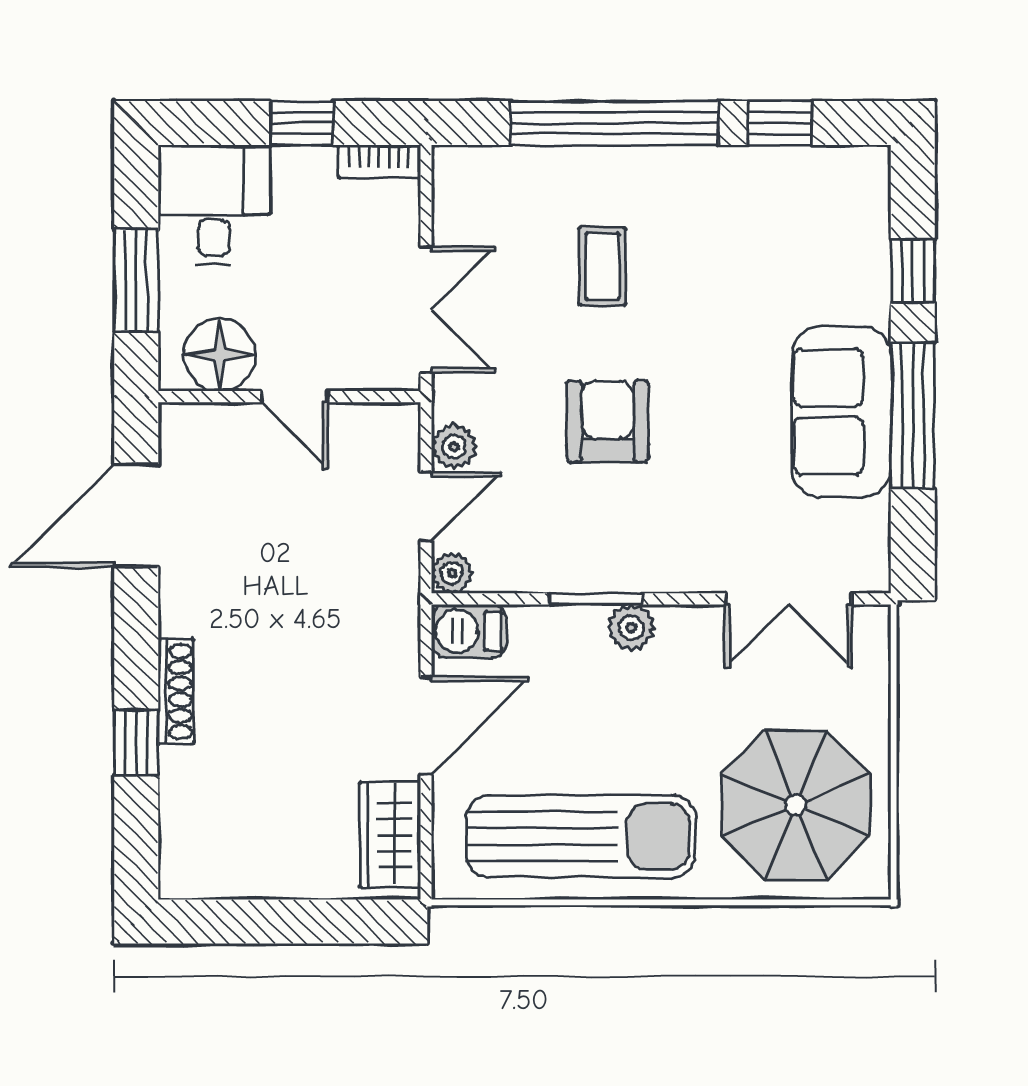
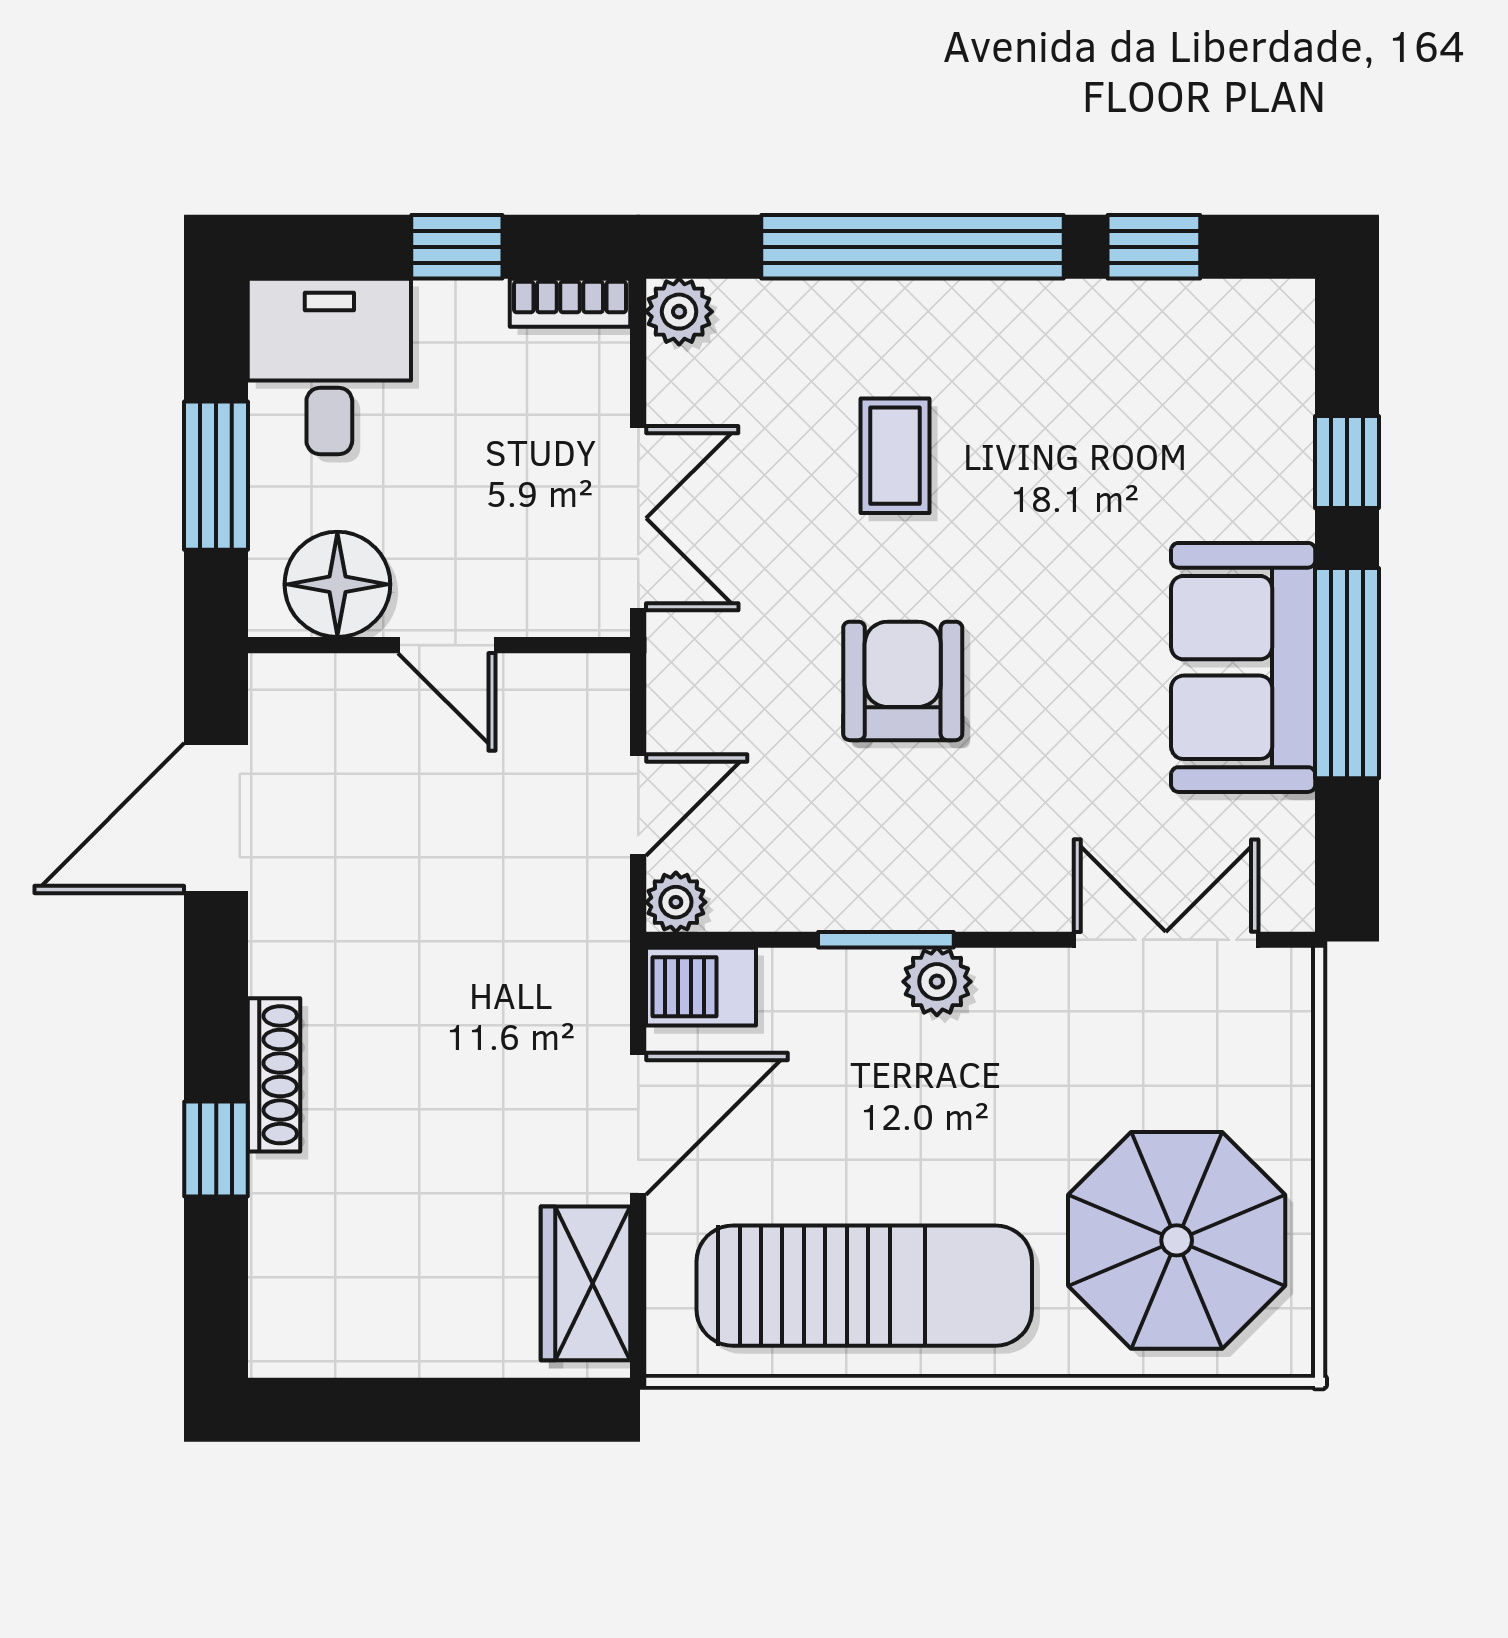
plant: (454, 447) -> (679, 312), moved
double door: (788, 599) -> (1166, 940), swing flipped

